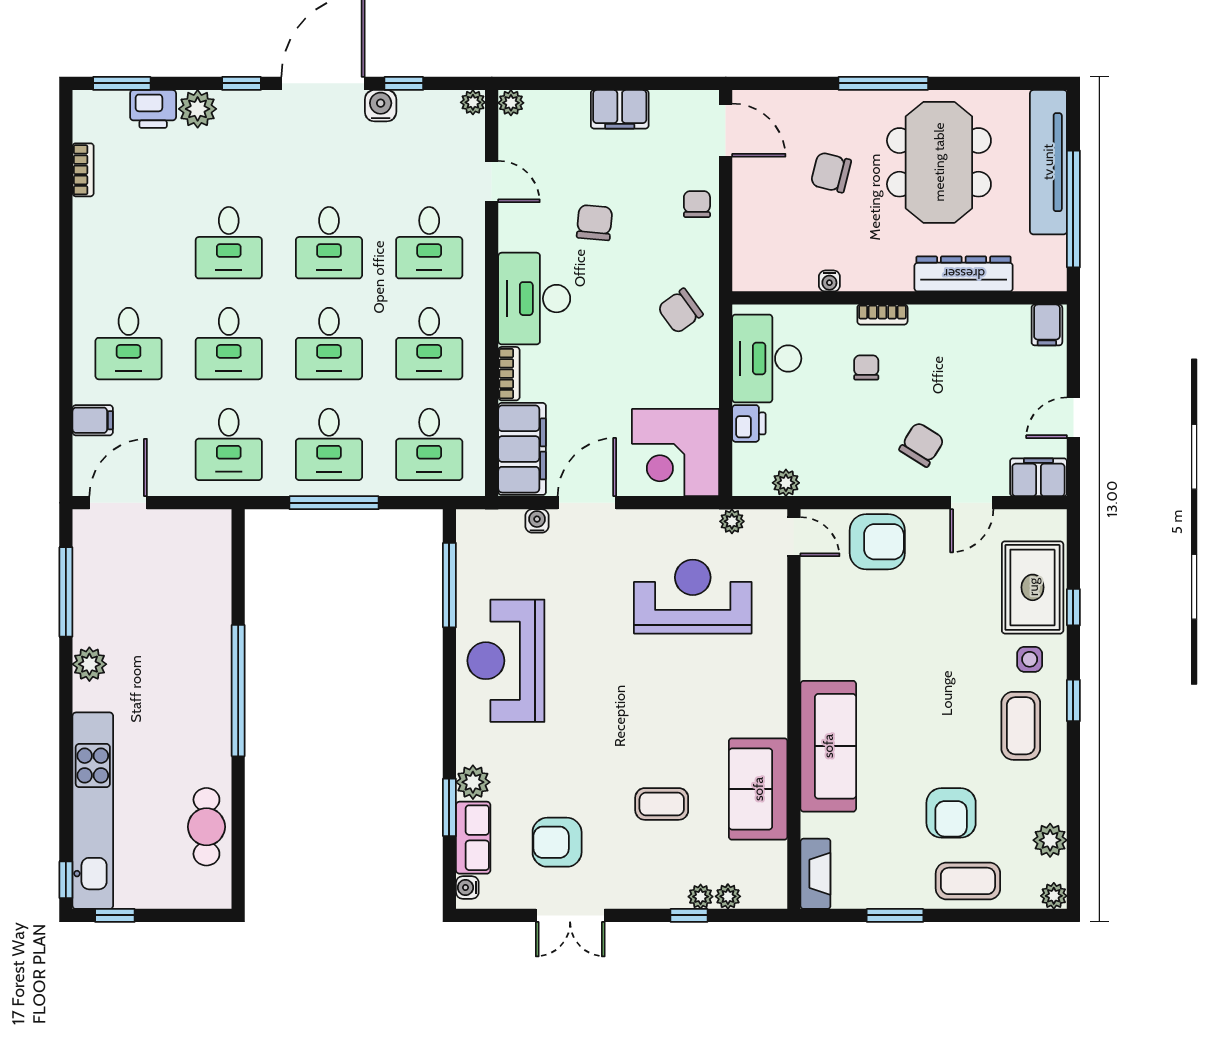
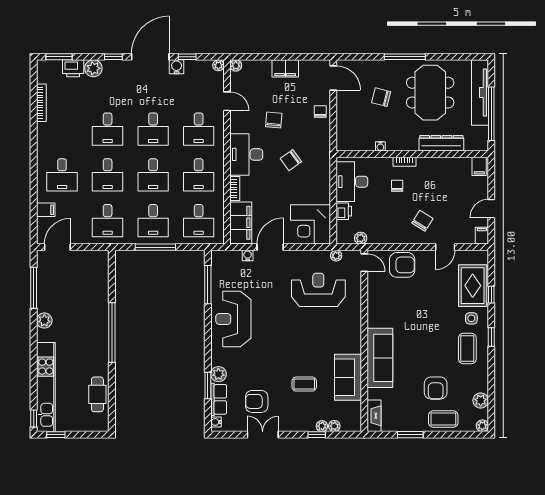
bookcase: (83, 170) -> (41, 103), width x1.56
chair: (680, 311) -> (291, 160), moved
filing cabinet: (1038, 477) -> (482, 236), width x0.50
double door: (570, 915) -> (263, 435), swing flipped

